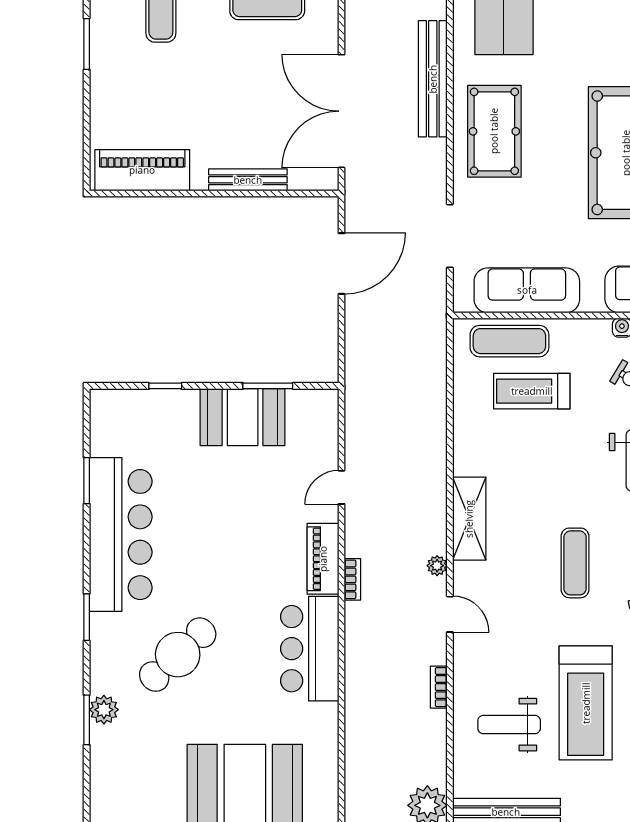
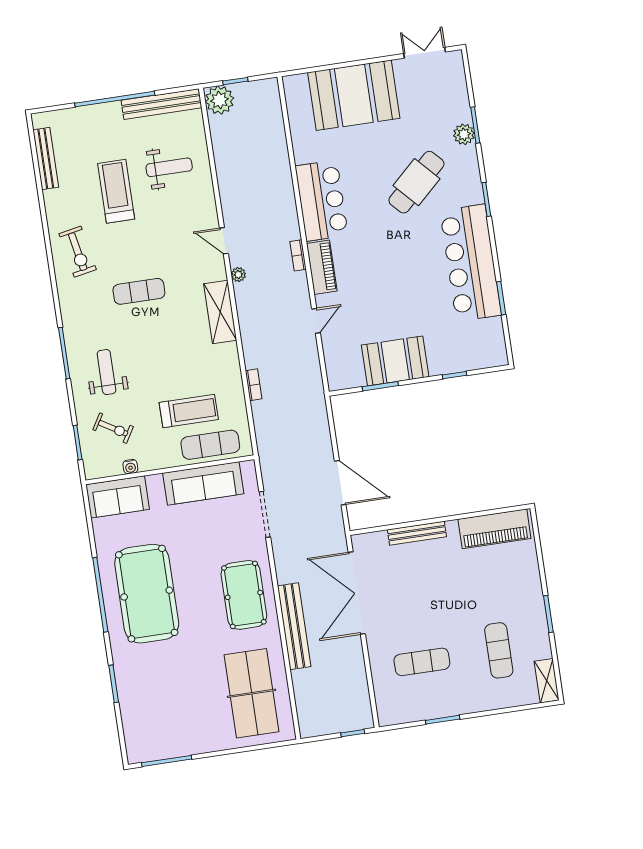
double door: (341, 111) -> (357, 593), swing flipped
door: (341, 264) -> (340, 483), swing flipped
exercise mat: (575, 563) -> (139, 291), turned 90
bookcase: (439, 687) -> (254, 385), moved
treadmill: (586, 703) -> (116, 191), width x0.73, depth x0.73

